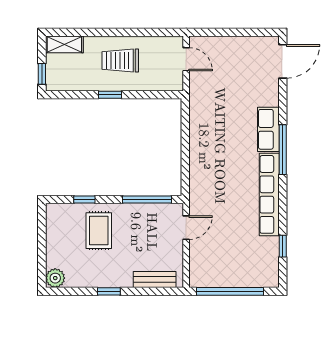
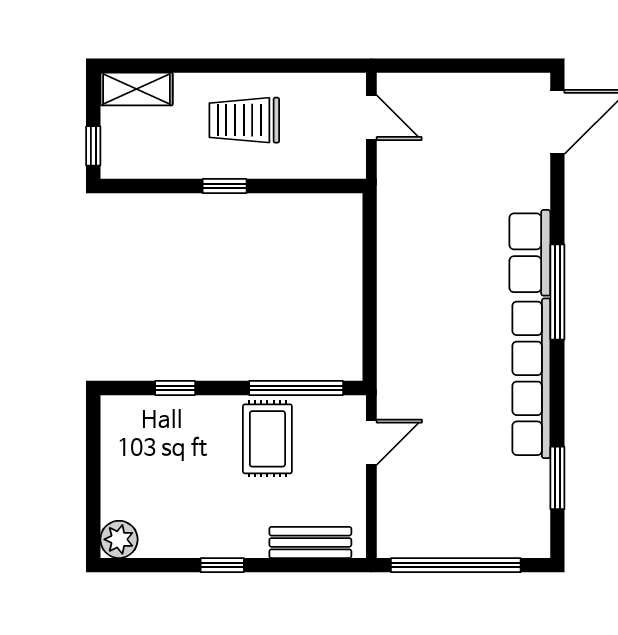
rug: (99, 231) -> (267, 439), moved
window: (283, 246) -> (557, 478), width x1.50

